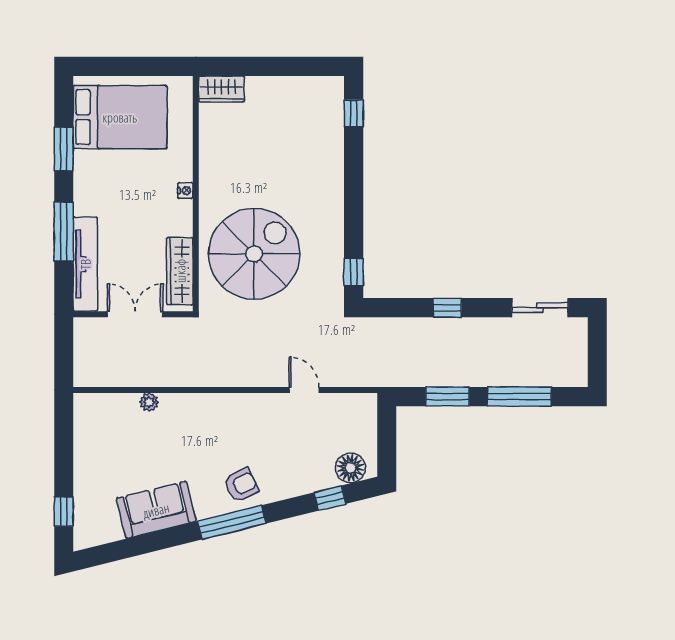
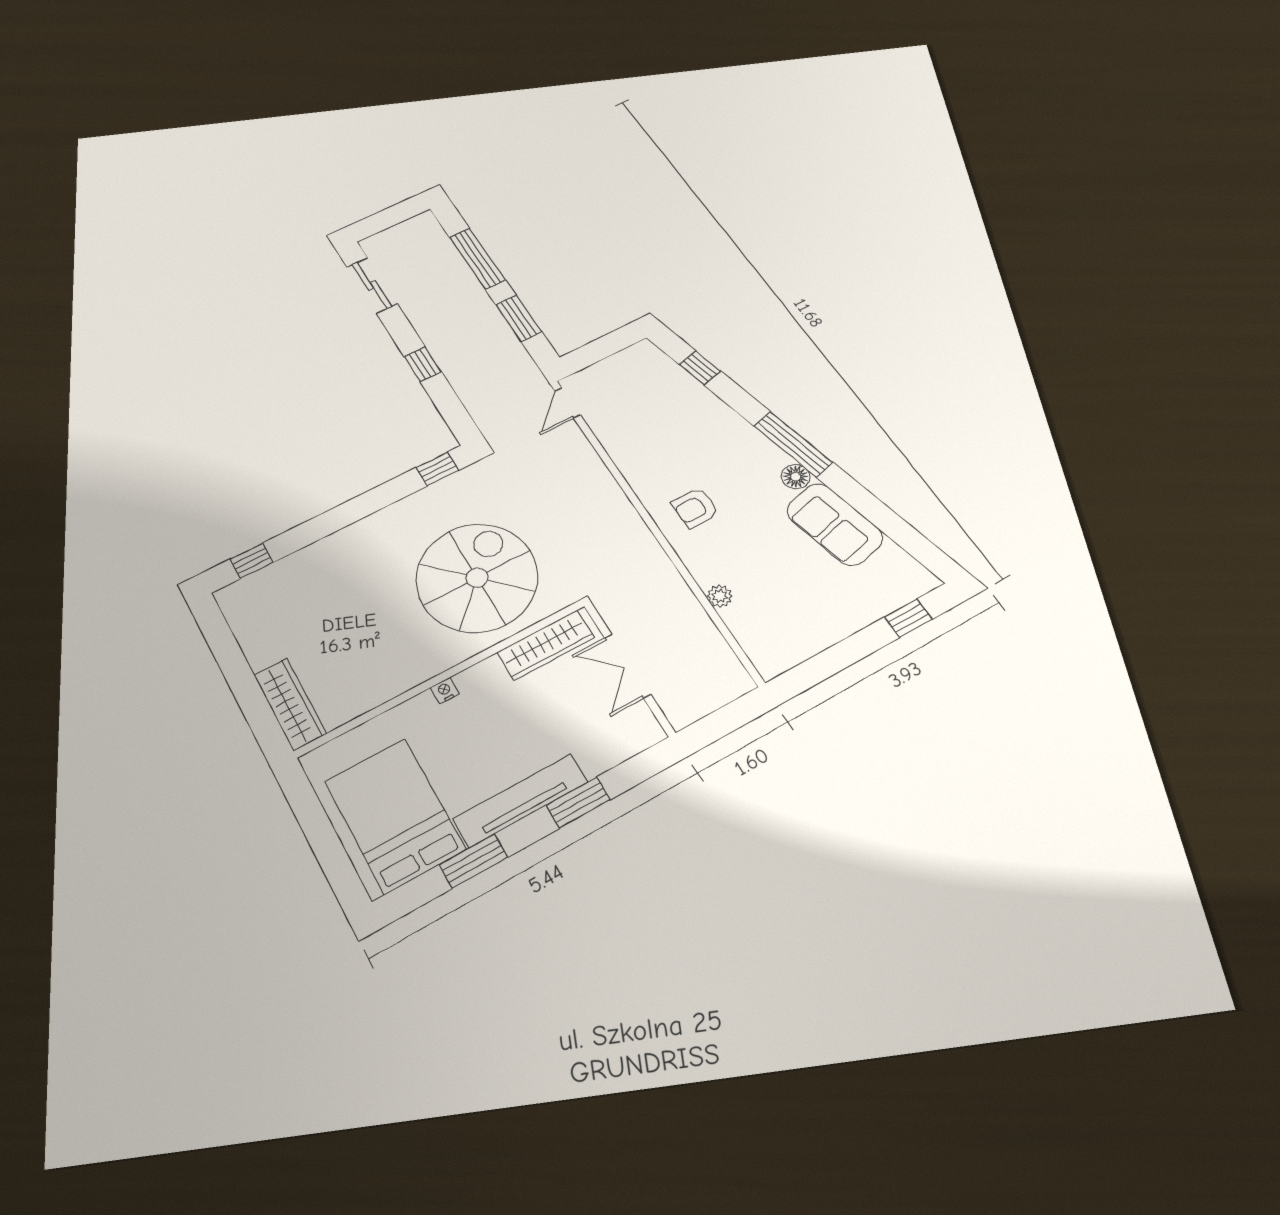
wardrobe: (221, 89) -> (290, 704), width x1.50
window: (64, 232) -> (578, 802), width x0.69
spiral stairs: (254, 254) -> (477, 578), turned 90
tv unit: (85, 264) -> (521, 800), moved
door: (304, 390) -> (568, 403), moved
floor lamp: (350, 468) -> (796, 477), moved, width x0.73, depth x0.73
armchair: (241, 485) -> (695, 508), moved, turned -64

